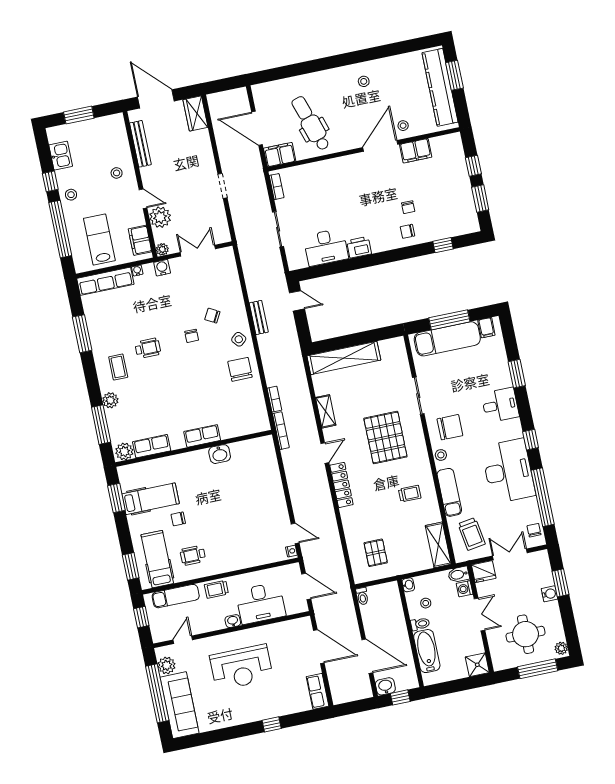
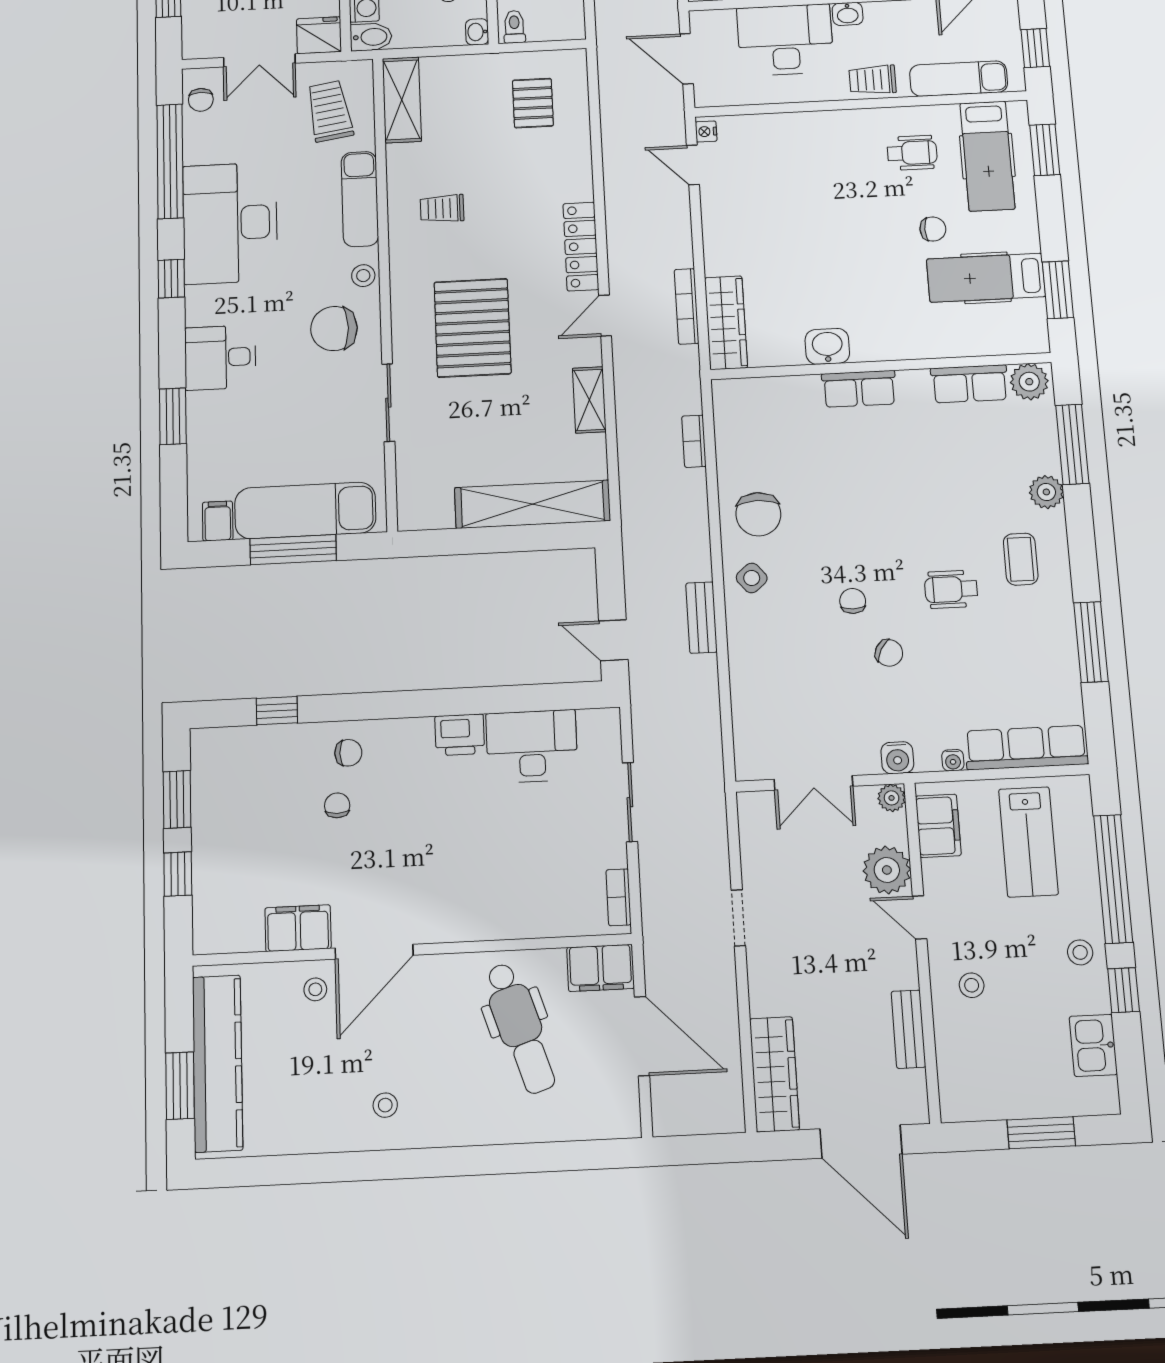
wardrobe: (195, 113) -> (774, 1074), width x1.50
bench: (140, 144) -> (908, 1029), width x0.73
chair: (212, 316) -> (889, 653), moved
bookcase: (281, 431) -> (687, 306), moved
wardrobe: (268, 458) -> (726, 323), added
trolley: (216, 589) -> (873, 80), turned 180
toilet: (362, 596) -> (514, 27), moved

